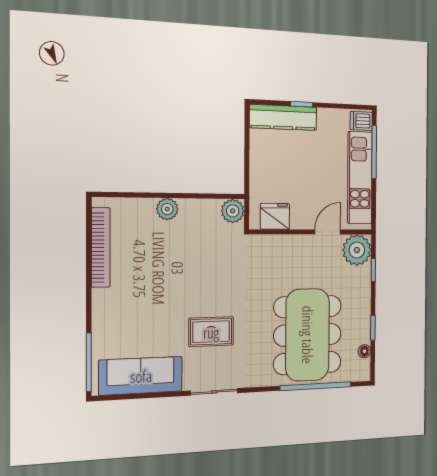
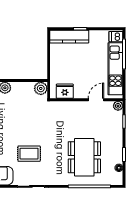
plant: (357, 250) -> (118, 106), width x0.53, depth x0.53
dining table: (308, 335) -> (84, 157), width x0.73, depth x0.80

